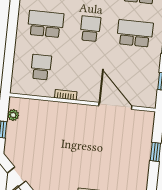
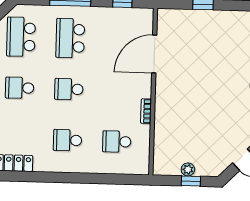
school desk: (46, 24) -> (67, 140), width x0.54
plant: (13, 115) -> (188, 169), moved

